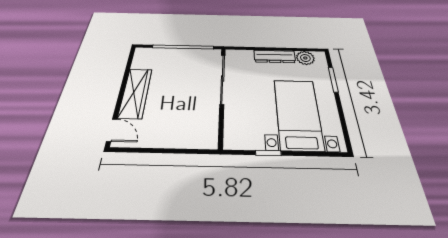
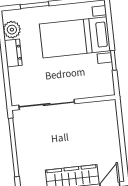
dresser: (275, 56) -> (13, 53), width x0.70

